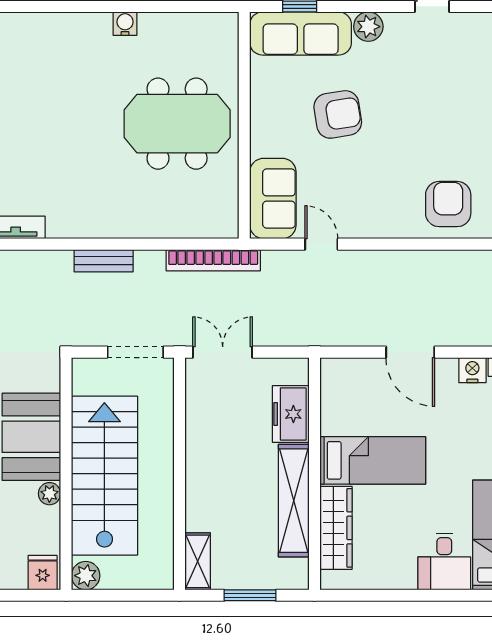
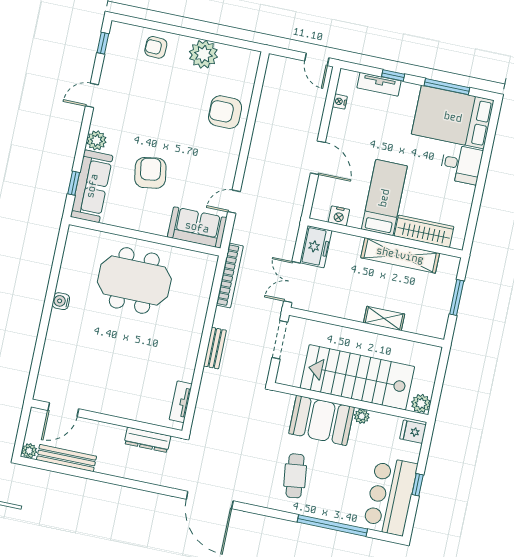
meeting table: (177, 124) -> (134, 281), turned 90
door: (410, 352) -> (318, 158), hinge flipped
nightstand: (472, 370) -> (339, 216), moved, turned -90
freezer: (291, 414) -> (316, 247), moved, turned -90
shelving: (198, 561) -> (384, 318), moved

